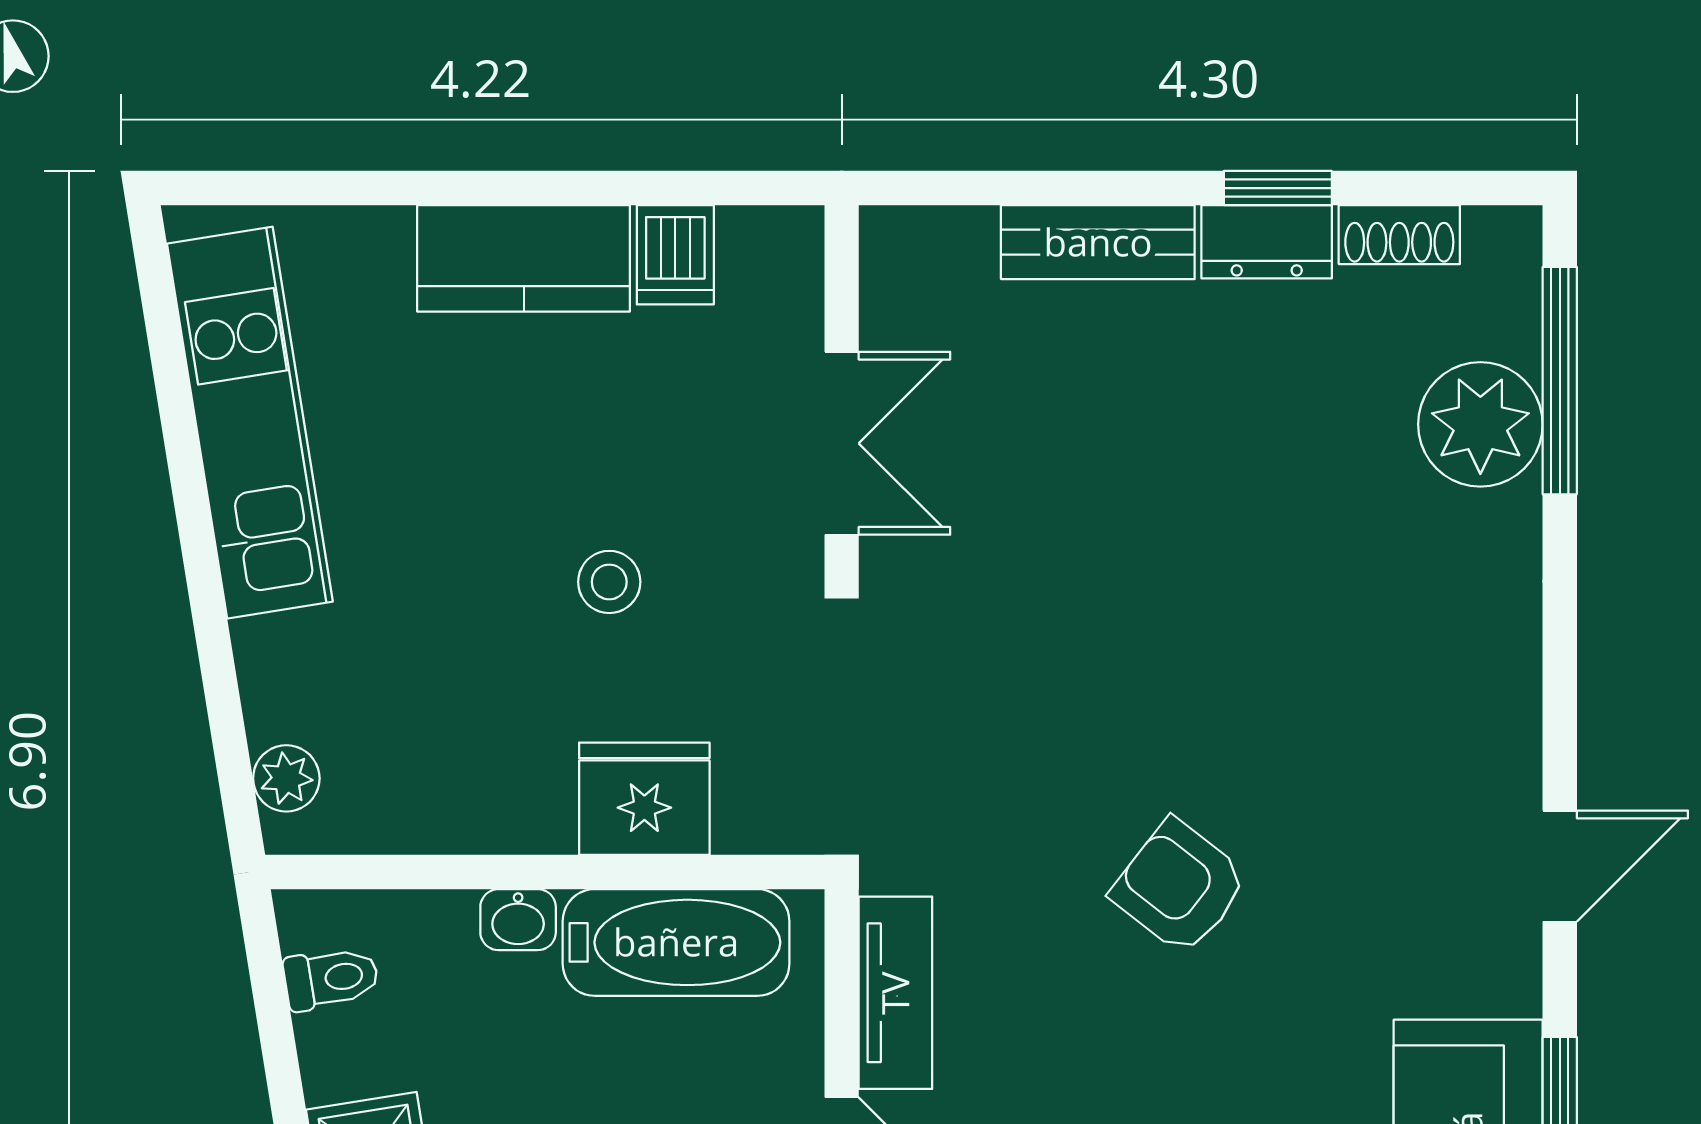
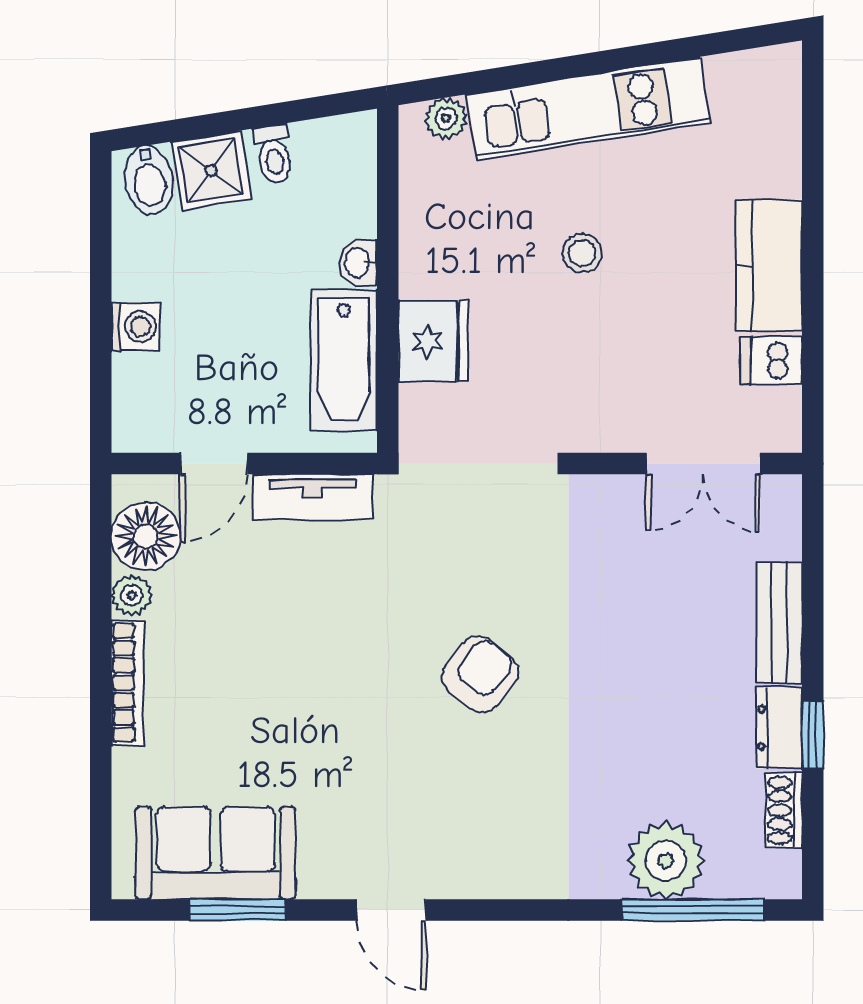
kitchen unit: (250, 423) -> (589, 108), moved
double door: (842, 443) -> (703, 464), moved
stool: (609, 582) -> (582, 253), moved
armchair: (1180, 887) -> (480, 674), moved
toilet: (331, 978) -> (274, 154), moved

